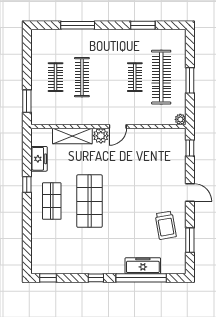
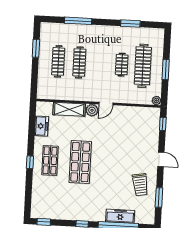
clothes rail: (56, 77) -> (58, 61), width x1.36
window: (27, 101) -> (36, 48), moved
window: (27, 185) -> (30, 162), moved

